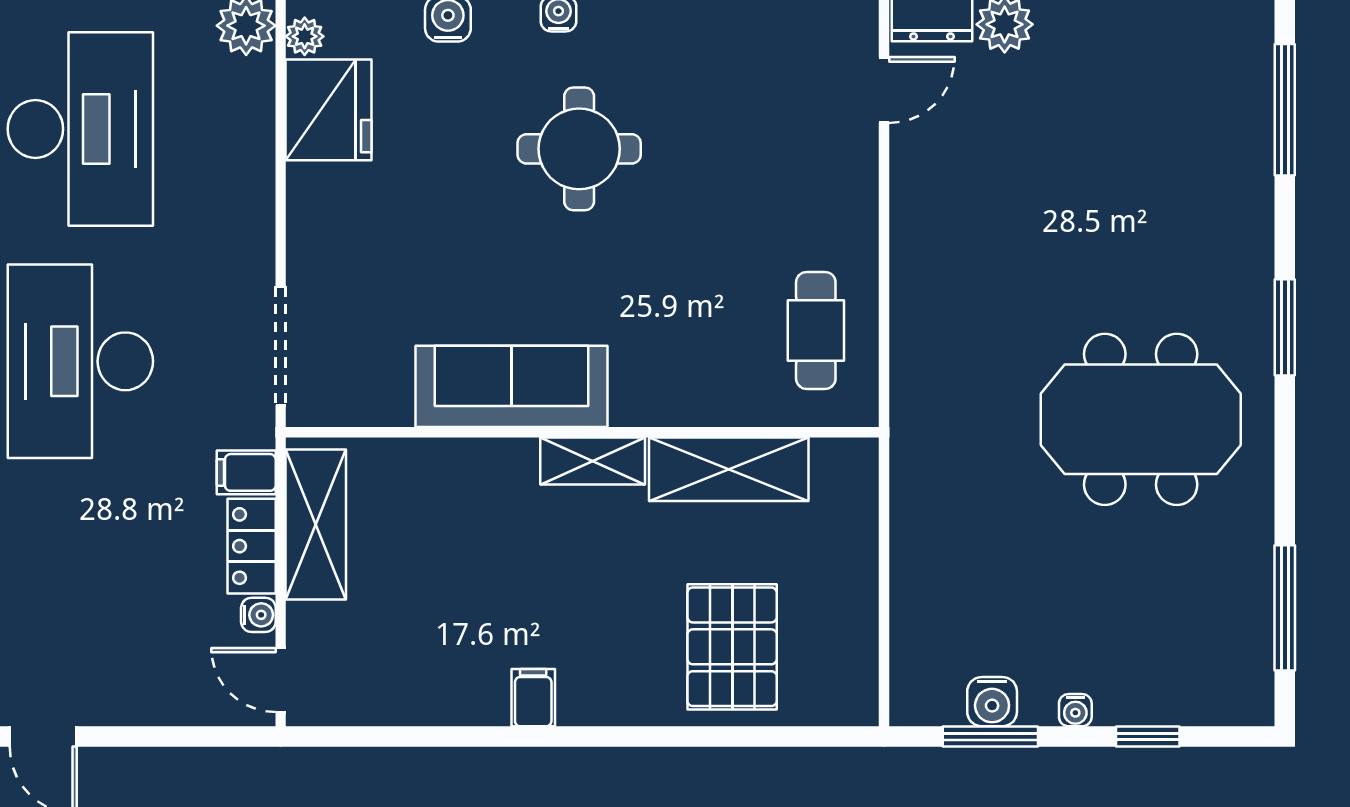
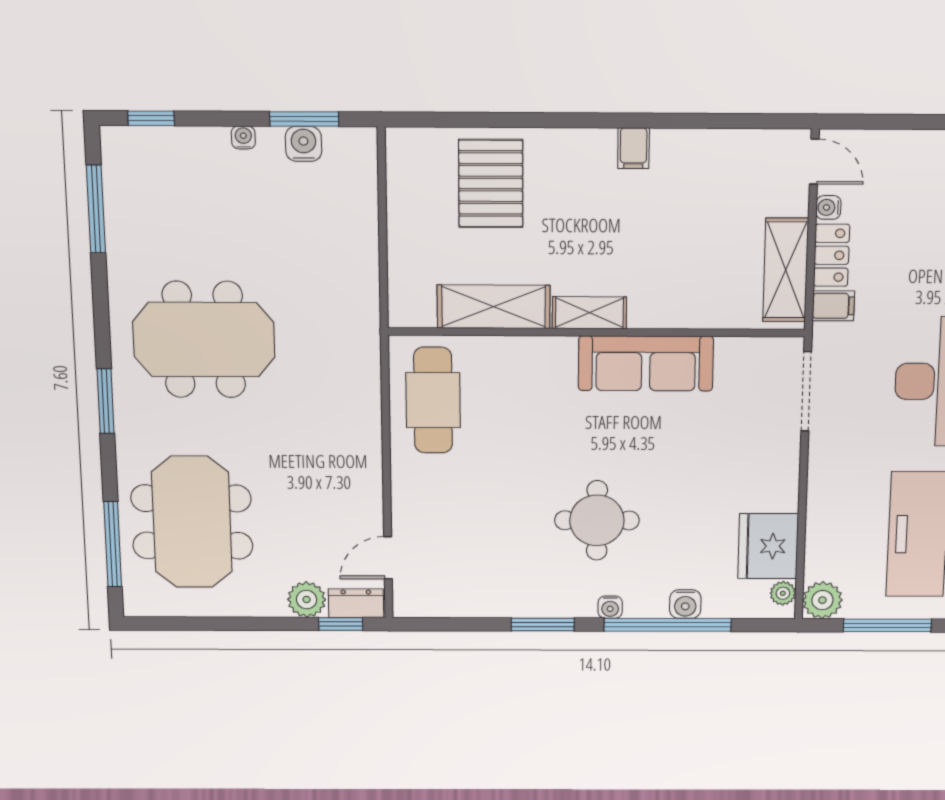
meeting table: (1168, 144) -> (192, 522), added
cafe table: (816, 330) -> (433, 400), width x1.37, depth x1.35
window: (1148, 737) -> (151, 118), moved

